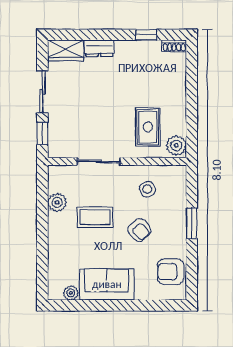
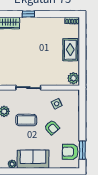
window: (146, 35) -> (28, 14), moved
dresser: (99, 48) -> (29, 22), removed
rug: (148, 127) -> (70, 50), moved
window: (192, 223) -> (82, 150), moved

